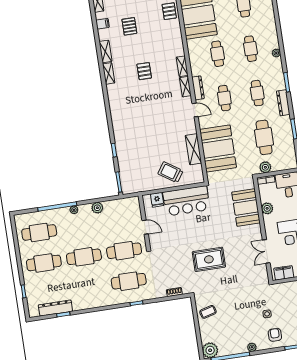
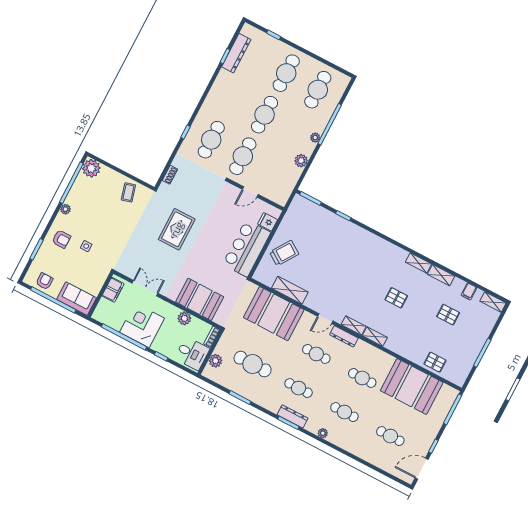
dresser: (283, 103) -> (293, 416), moved
plant: (265, 167) -> (216, 361), moved

